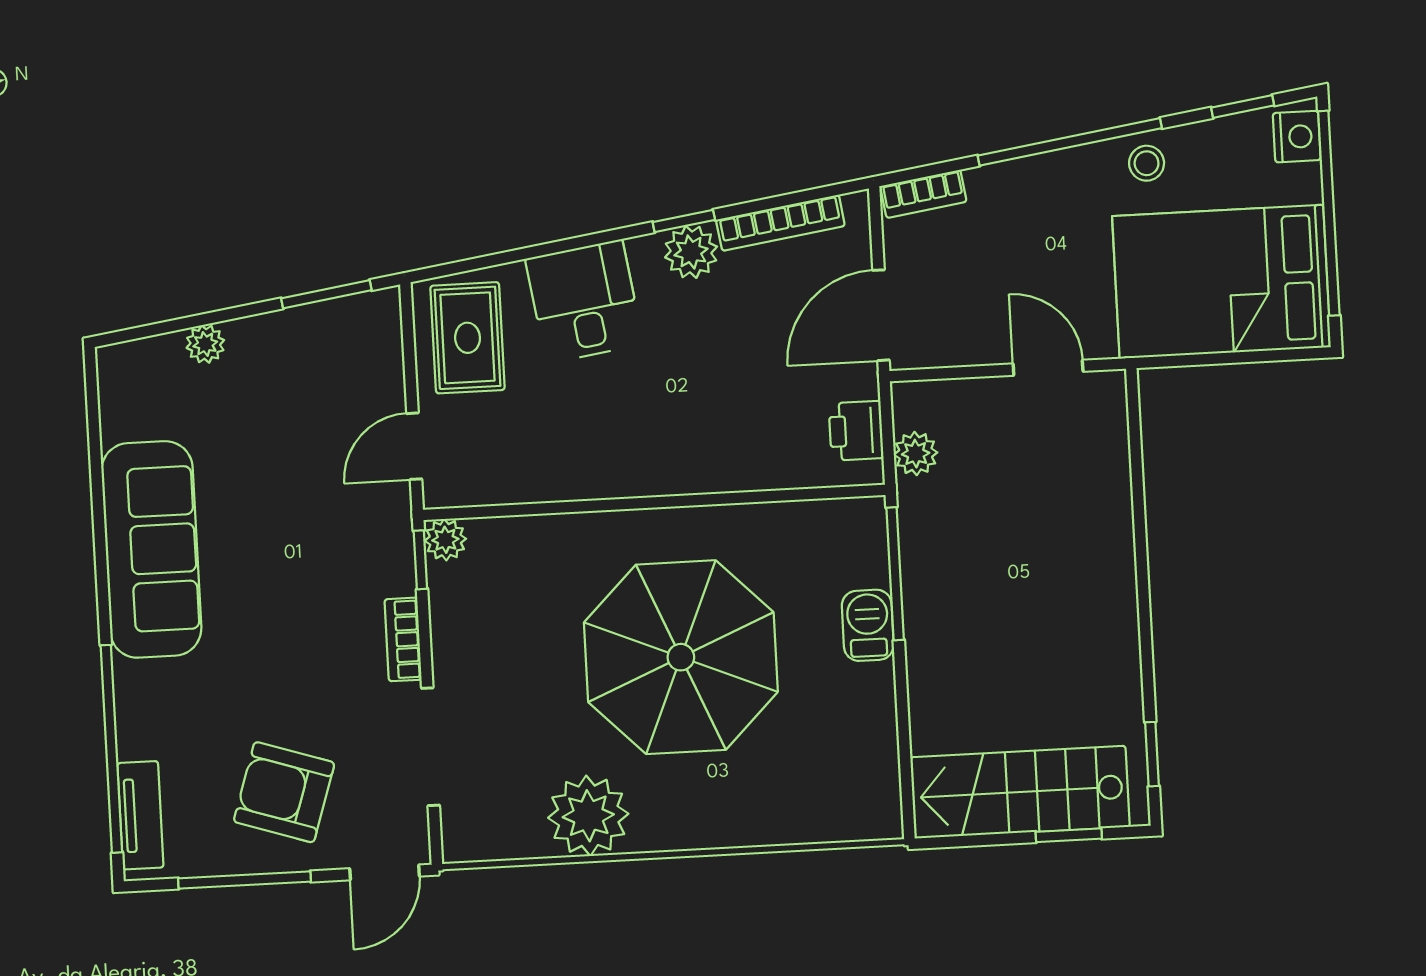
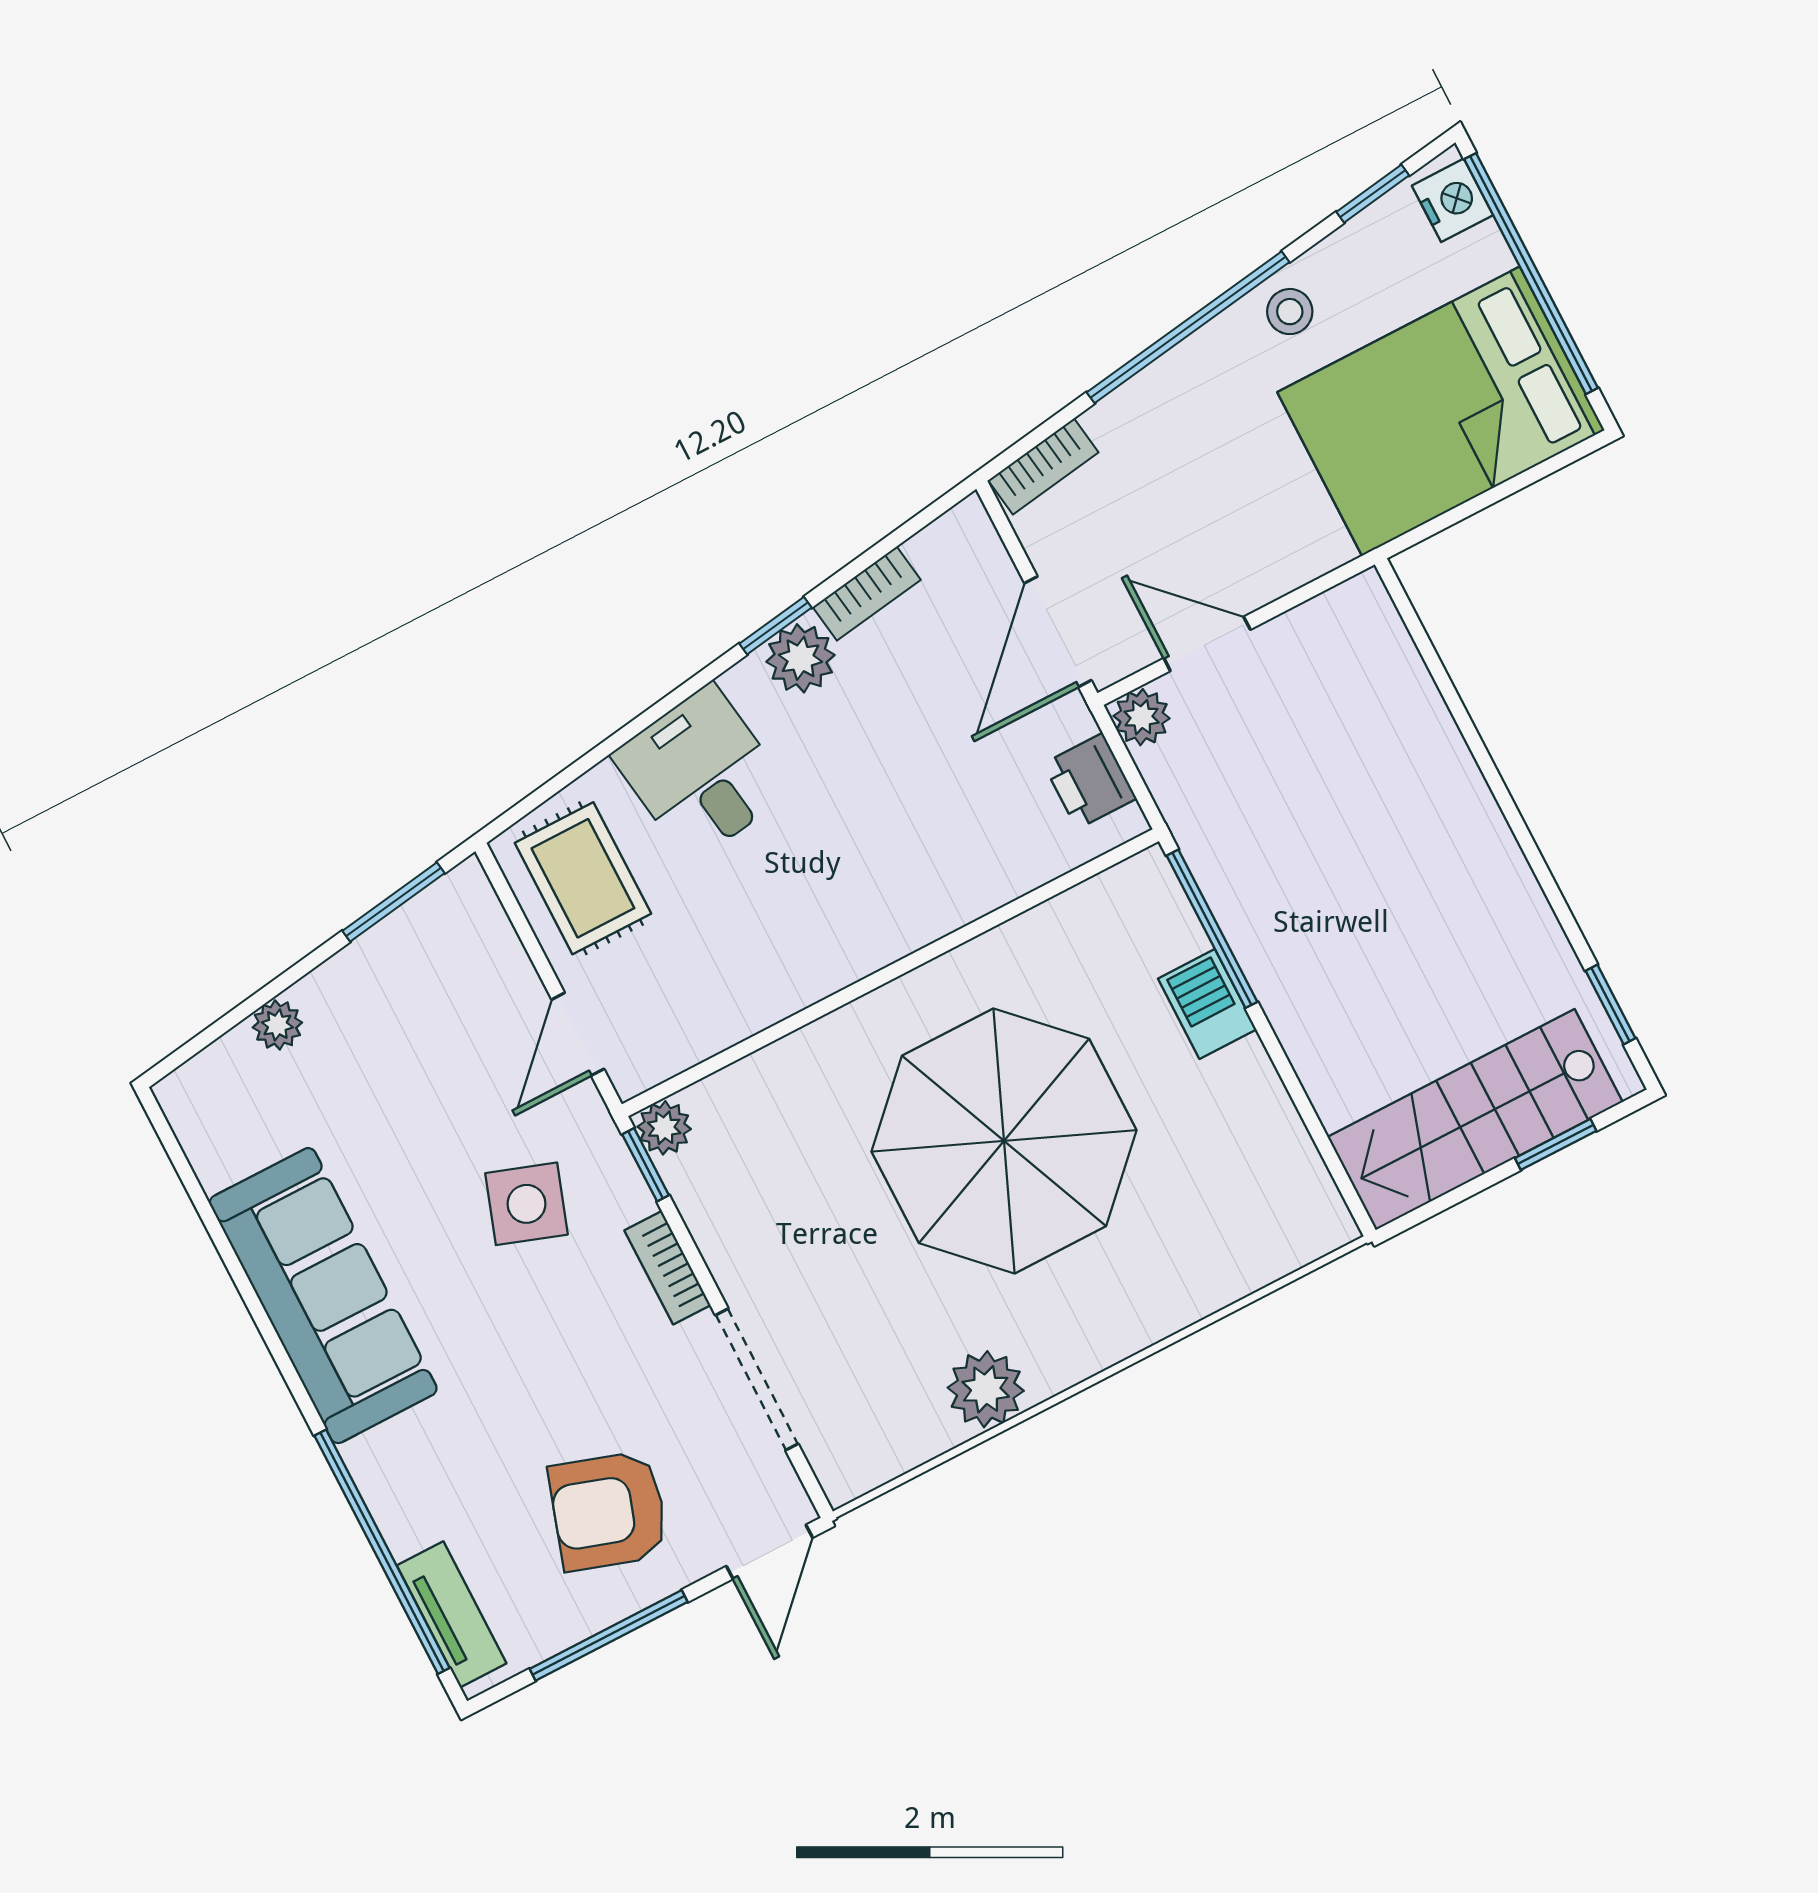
bookcase: (780, 223) -> (867, 594), width x0.64
door: (1048, 368) -> (1207, 644), moved
plant: (916, 454) -> (1142, 717), moved
side table: (324, 549) -> (526, 1204), added
plant: (588, 816) -> (986, 1389), width x0.73, depth x0.73

